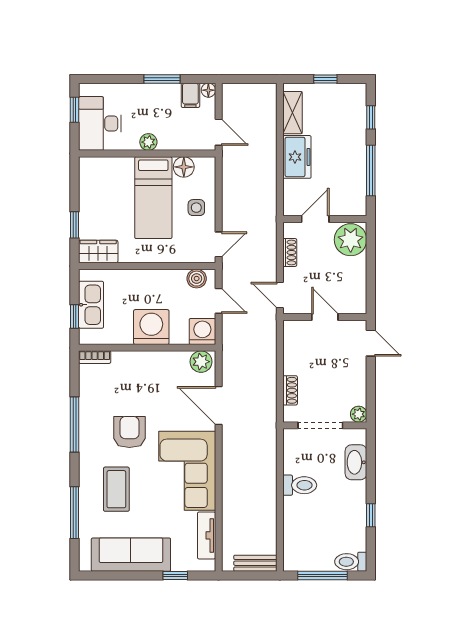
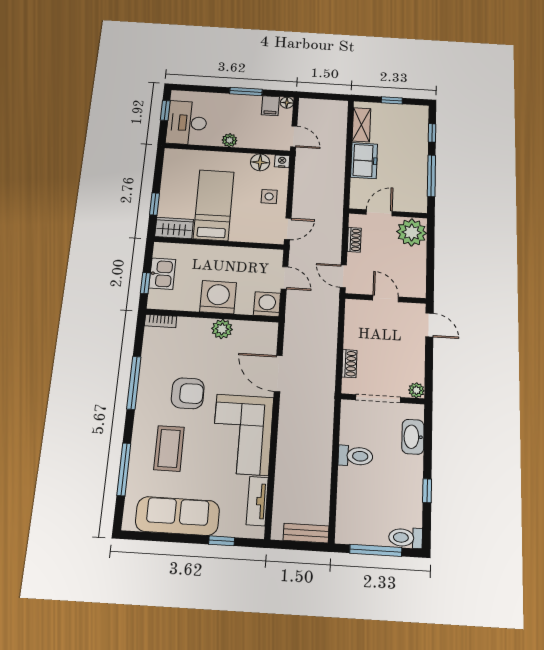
nightstand: (208, 164) -> (282, 161), added
bed: (153, 198) -> (214, 205), moved, turned 180
boiler: (197, 279) -> (265, 257), removed
kitchen sink: (91, 305) -> (162, 274), width x0.73
plant: (201, 362) -> (222, 329), moved
armchair: (129, 432) -> (188, 393), turned 90

